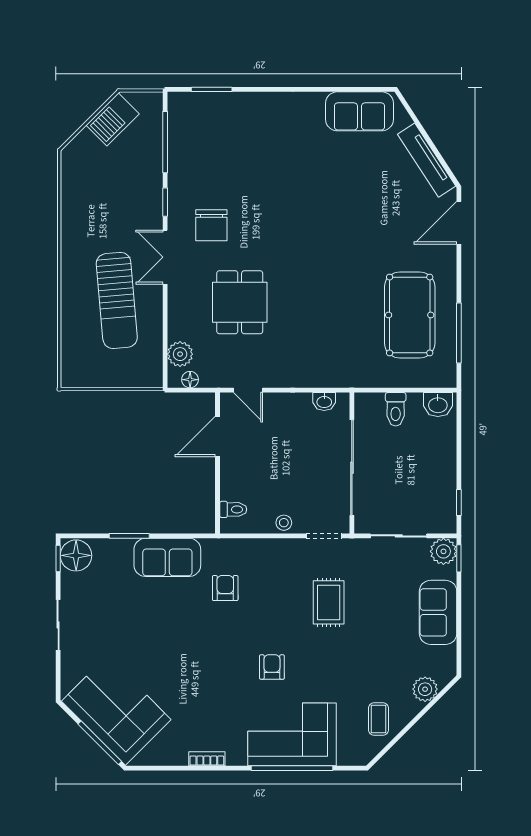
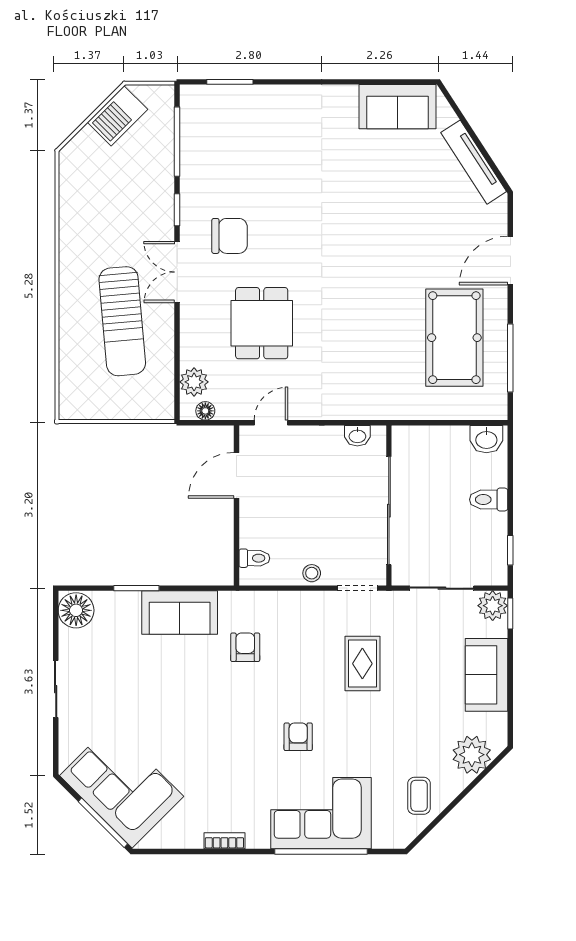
door: (459, 223) -> (510, 261), moved
chair: (211, 225) -> (230, 236), turned -90
door: (248, 390) -> (271, 423), swing flipped
toilet: (396, 409) -> (489, 500), moved, turned 90
window: (58, 559) -> (56, 614), removed
plant: (425, 689) -> (472, 755), width x1.36, depth x1.36

